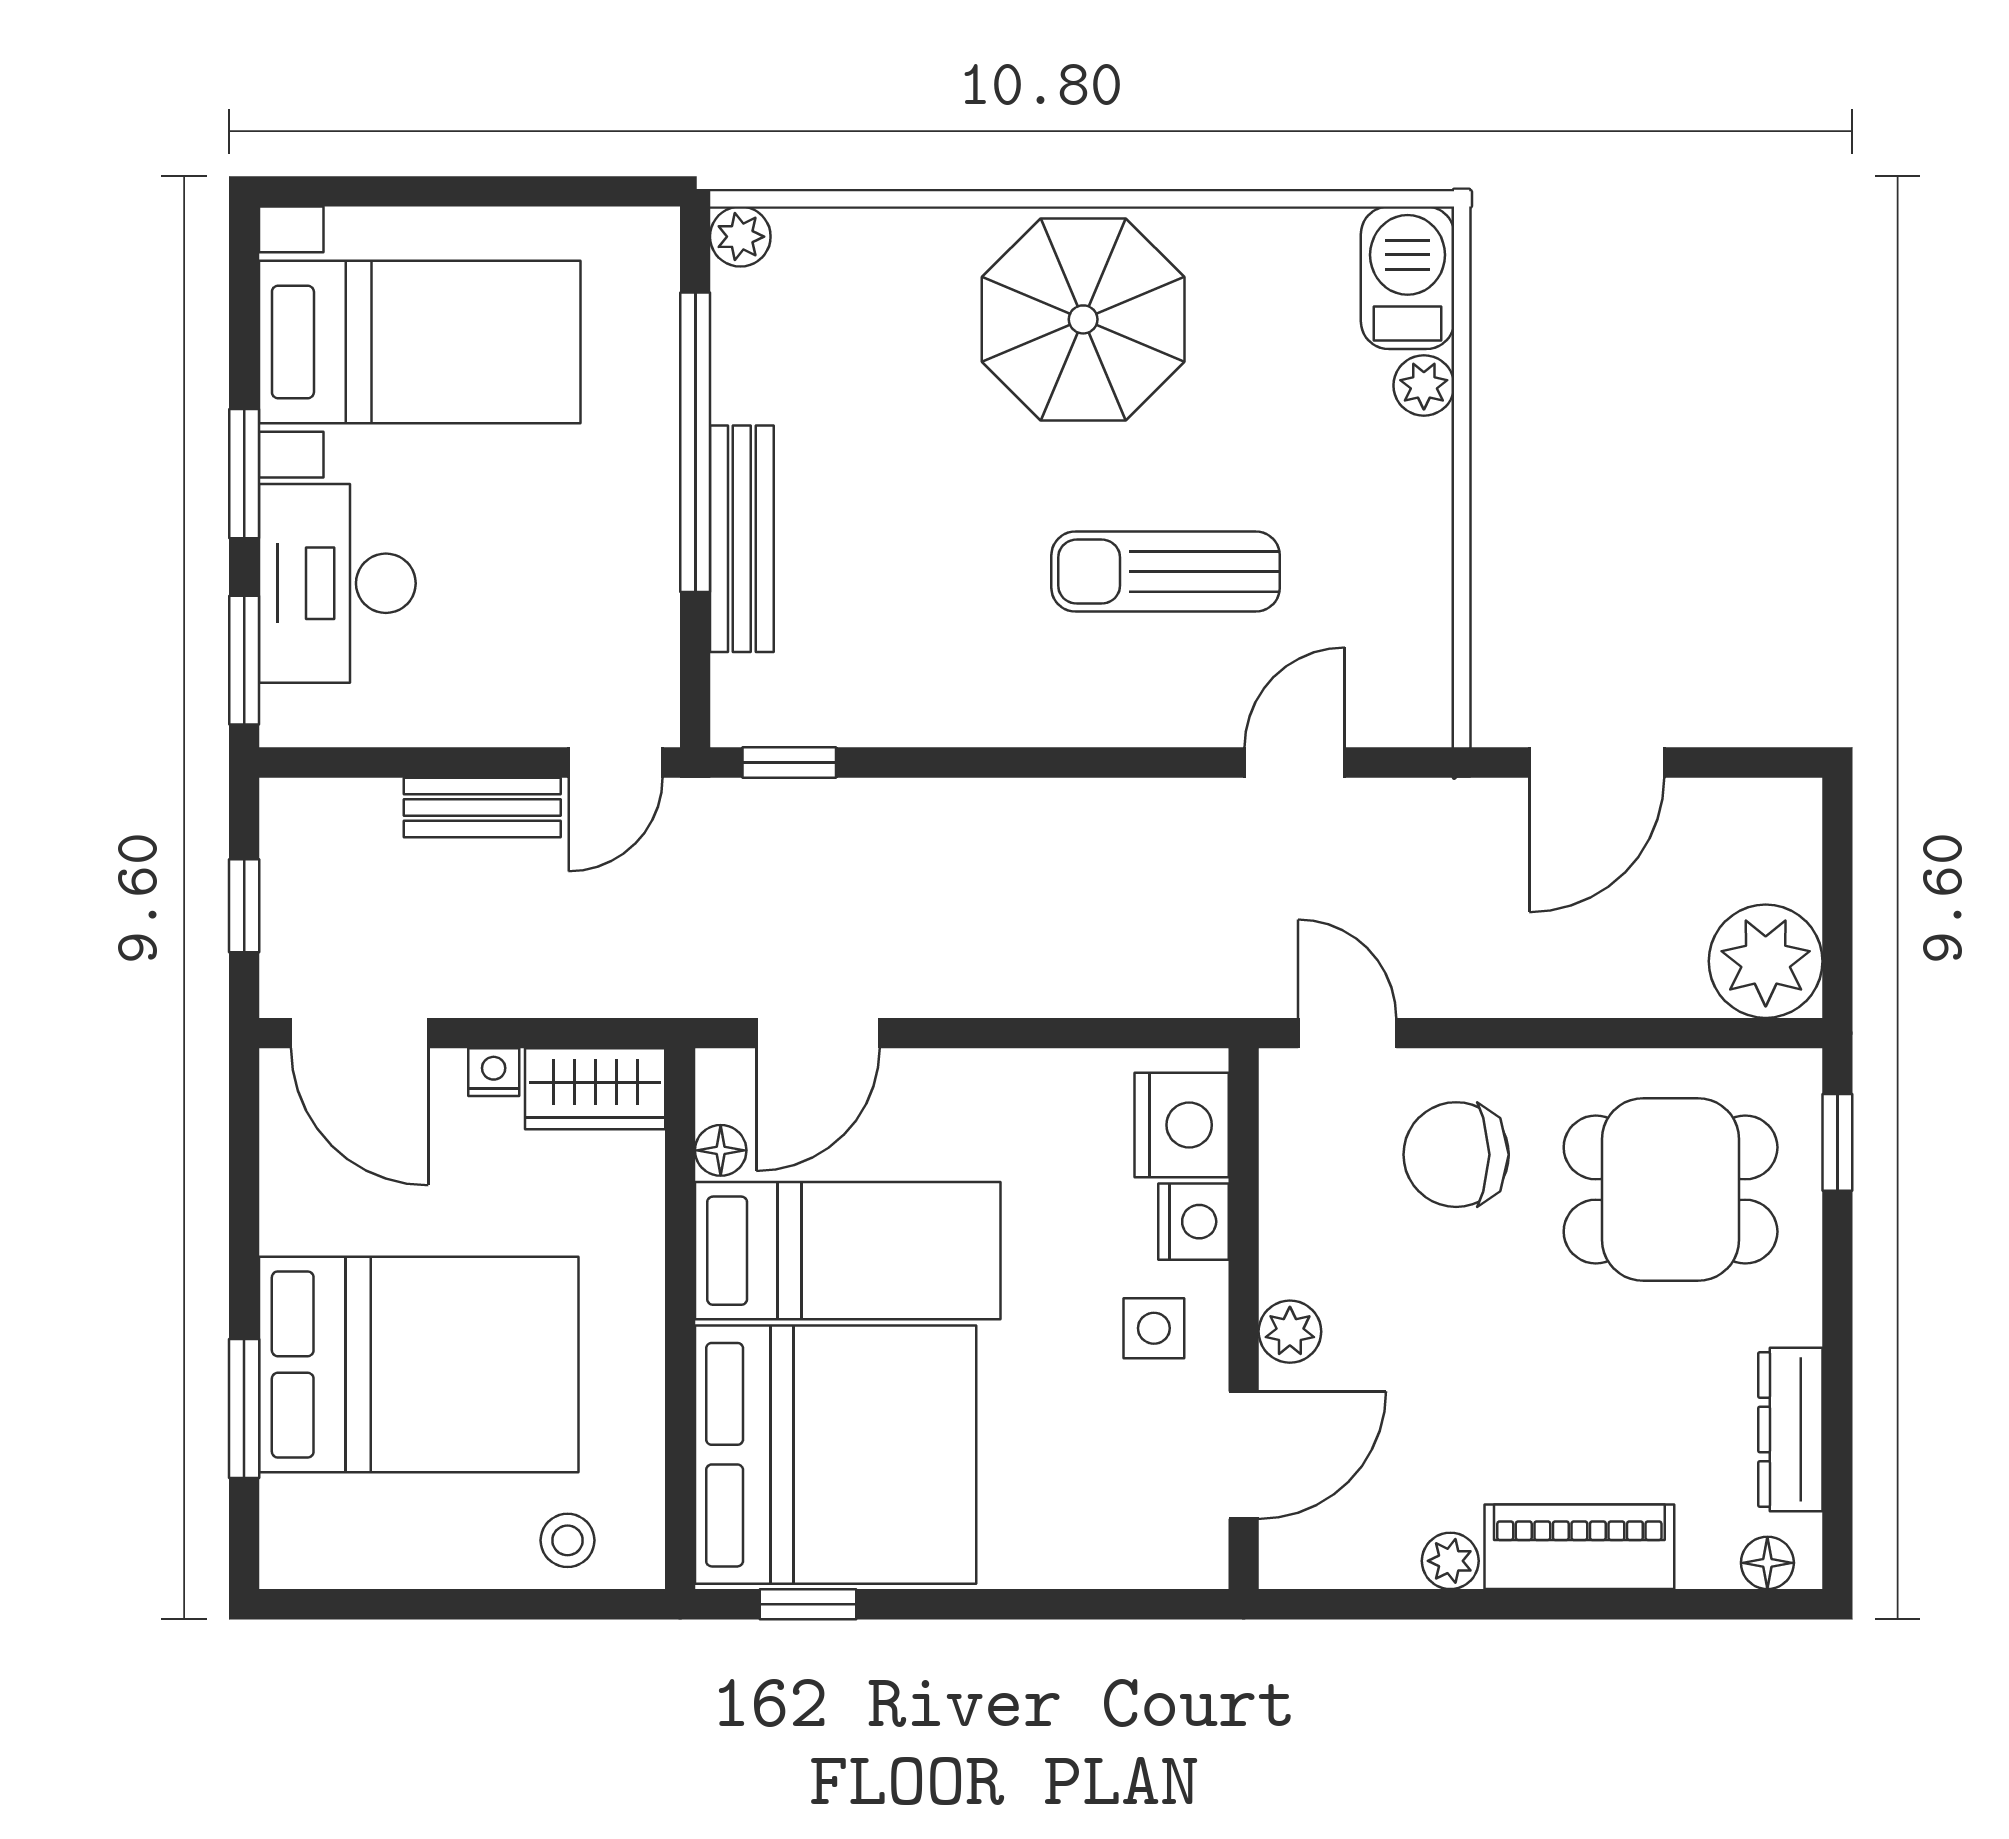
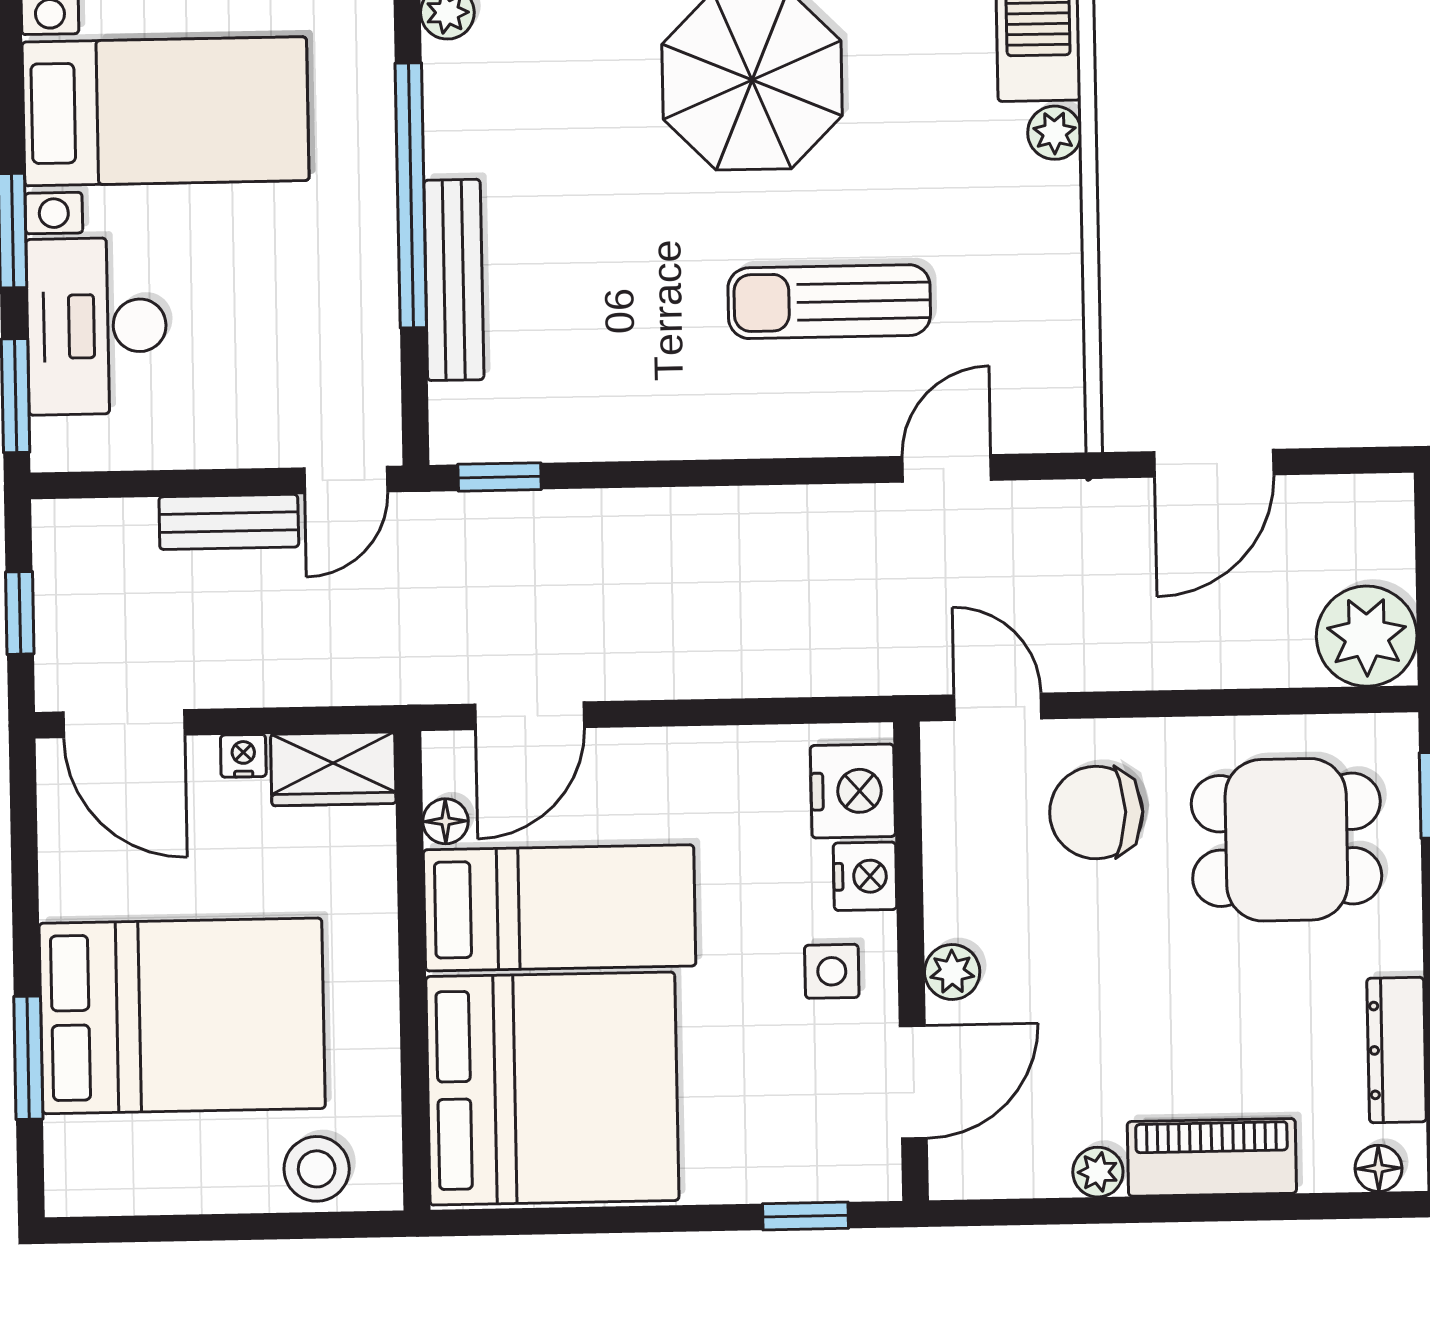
stool: (567, 1540) -> (317, 1169), width x1.37, depth x1.37
window: (808, 1604) -> (806, 1216), moved

